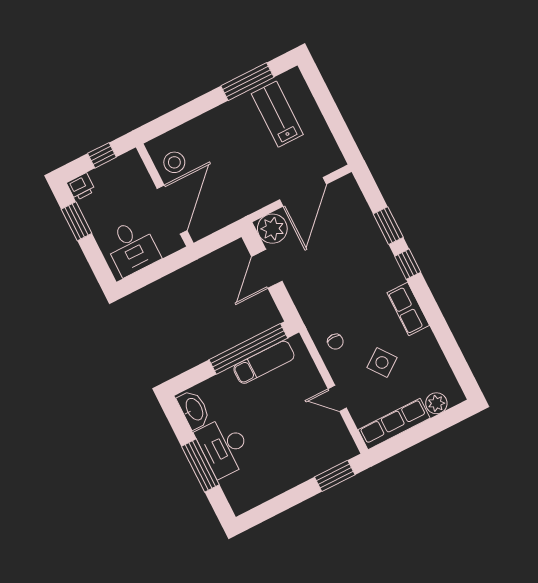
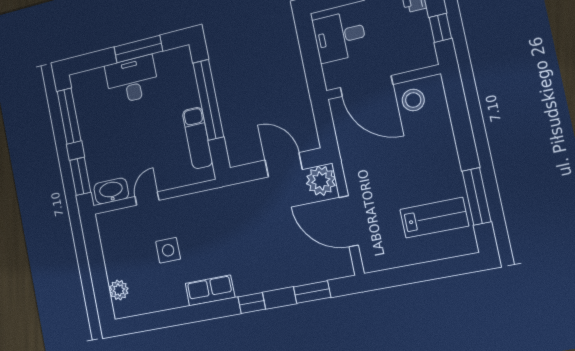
window: (388, 226) -> (312, 292), moved
chair: (335, 342) -> (198, 212), removed
window: (248, 349) -> (208, 100), moved
side table: (382, 362) -> (168, 250), turned 37
washbasin: (194, 409) -> (111, 191), moved, turned 180
row of seats: (394, 424) -> (111, 245), removed
window: (200, 465) -> (138, 49), moved
window: (277, 505) -> (69, 116), added

